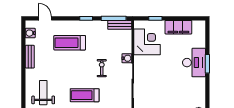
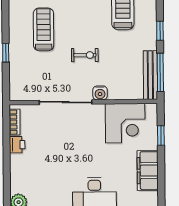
bench: (120, 25) -> (150, 75), width x1.36

